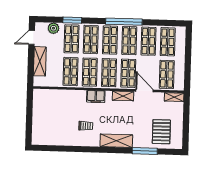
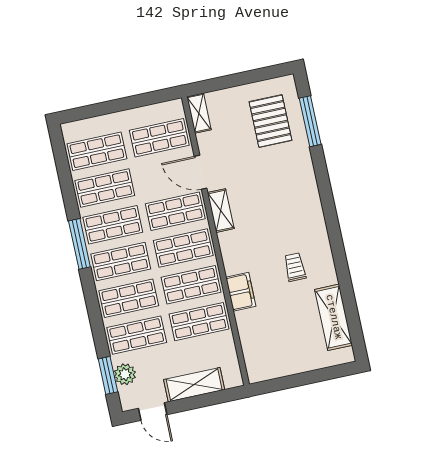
window: (72, 20) -> (108, 375), moved
window: (124, 22) -> (79, 244), width x0.68
door: (145, 91) -> (201, 172), hinge flipped
filing cabinet: (96, 96) -> (241, 292), moved
pallet: (161, 132) -> (270, 121), turned 90
shelving: (116, 141) -> (334, 317), moved
window: (145, 151) -> (310, 121), moved

